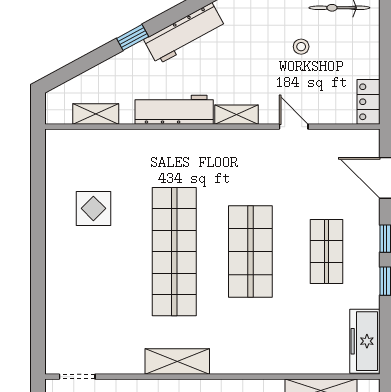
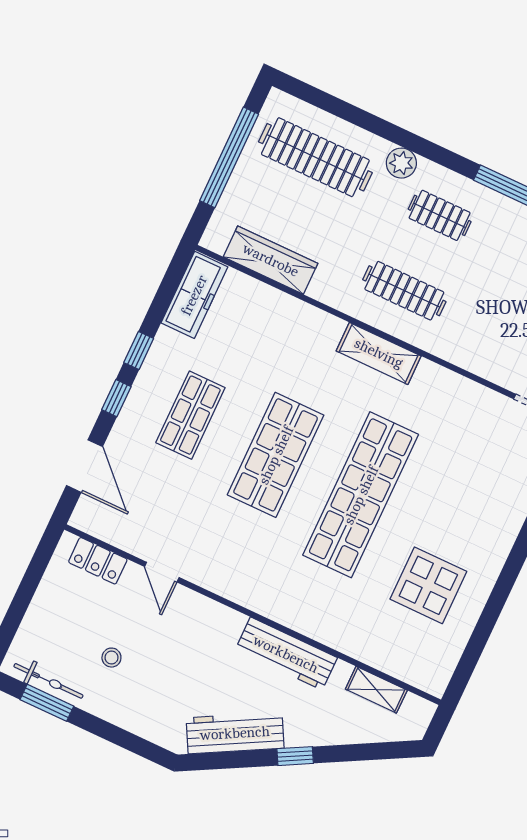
locker: (368, 102) -> (98, 561), moved, turned 90
shelving: (237, 115) -> (219, 615), removed
display table: (93, 208) -> (428, 585), width x1.36, depth x1.36
shelving: (177, 361) -> (379, 353), moved

